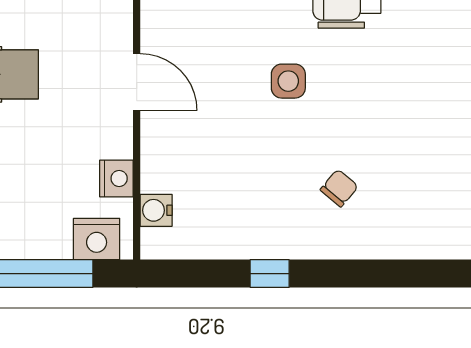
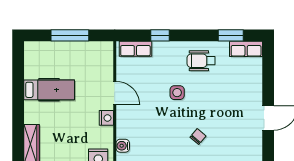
nightstand: (116, 178) -> (106, 118), moved

